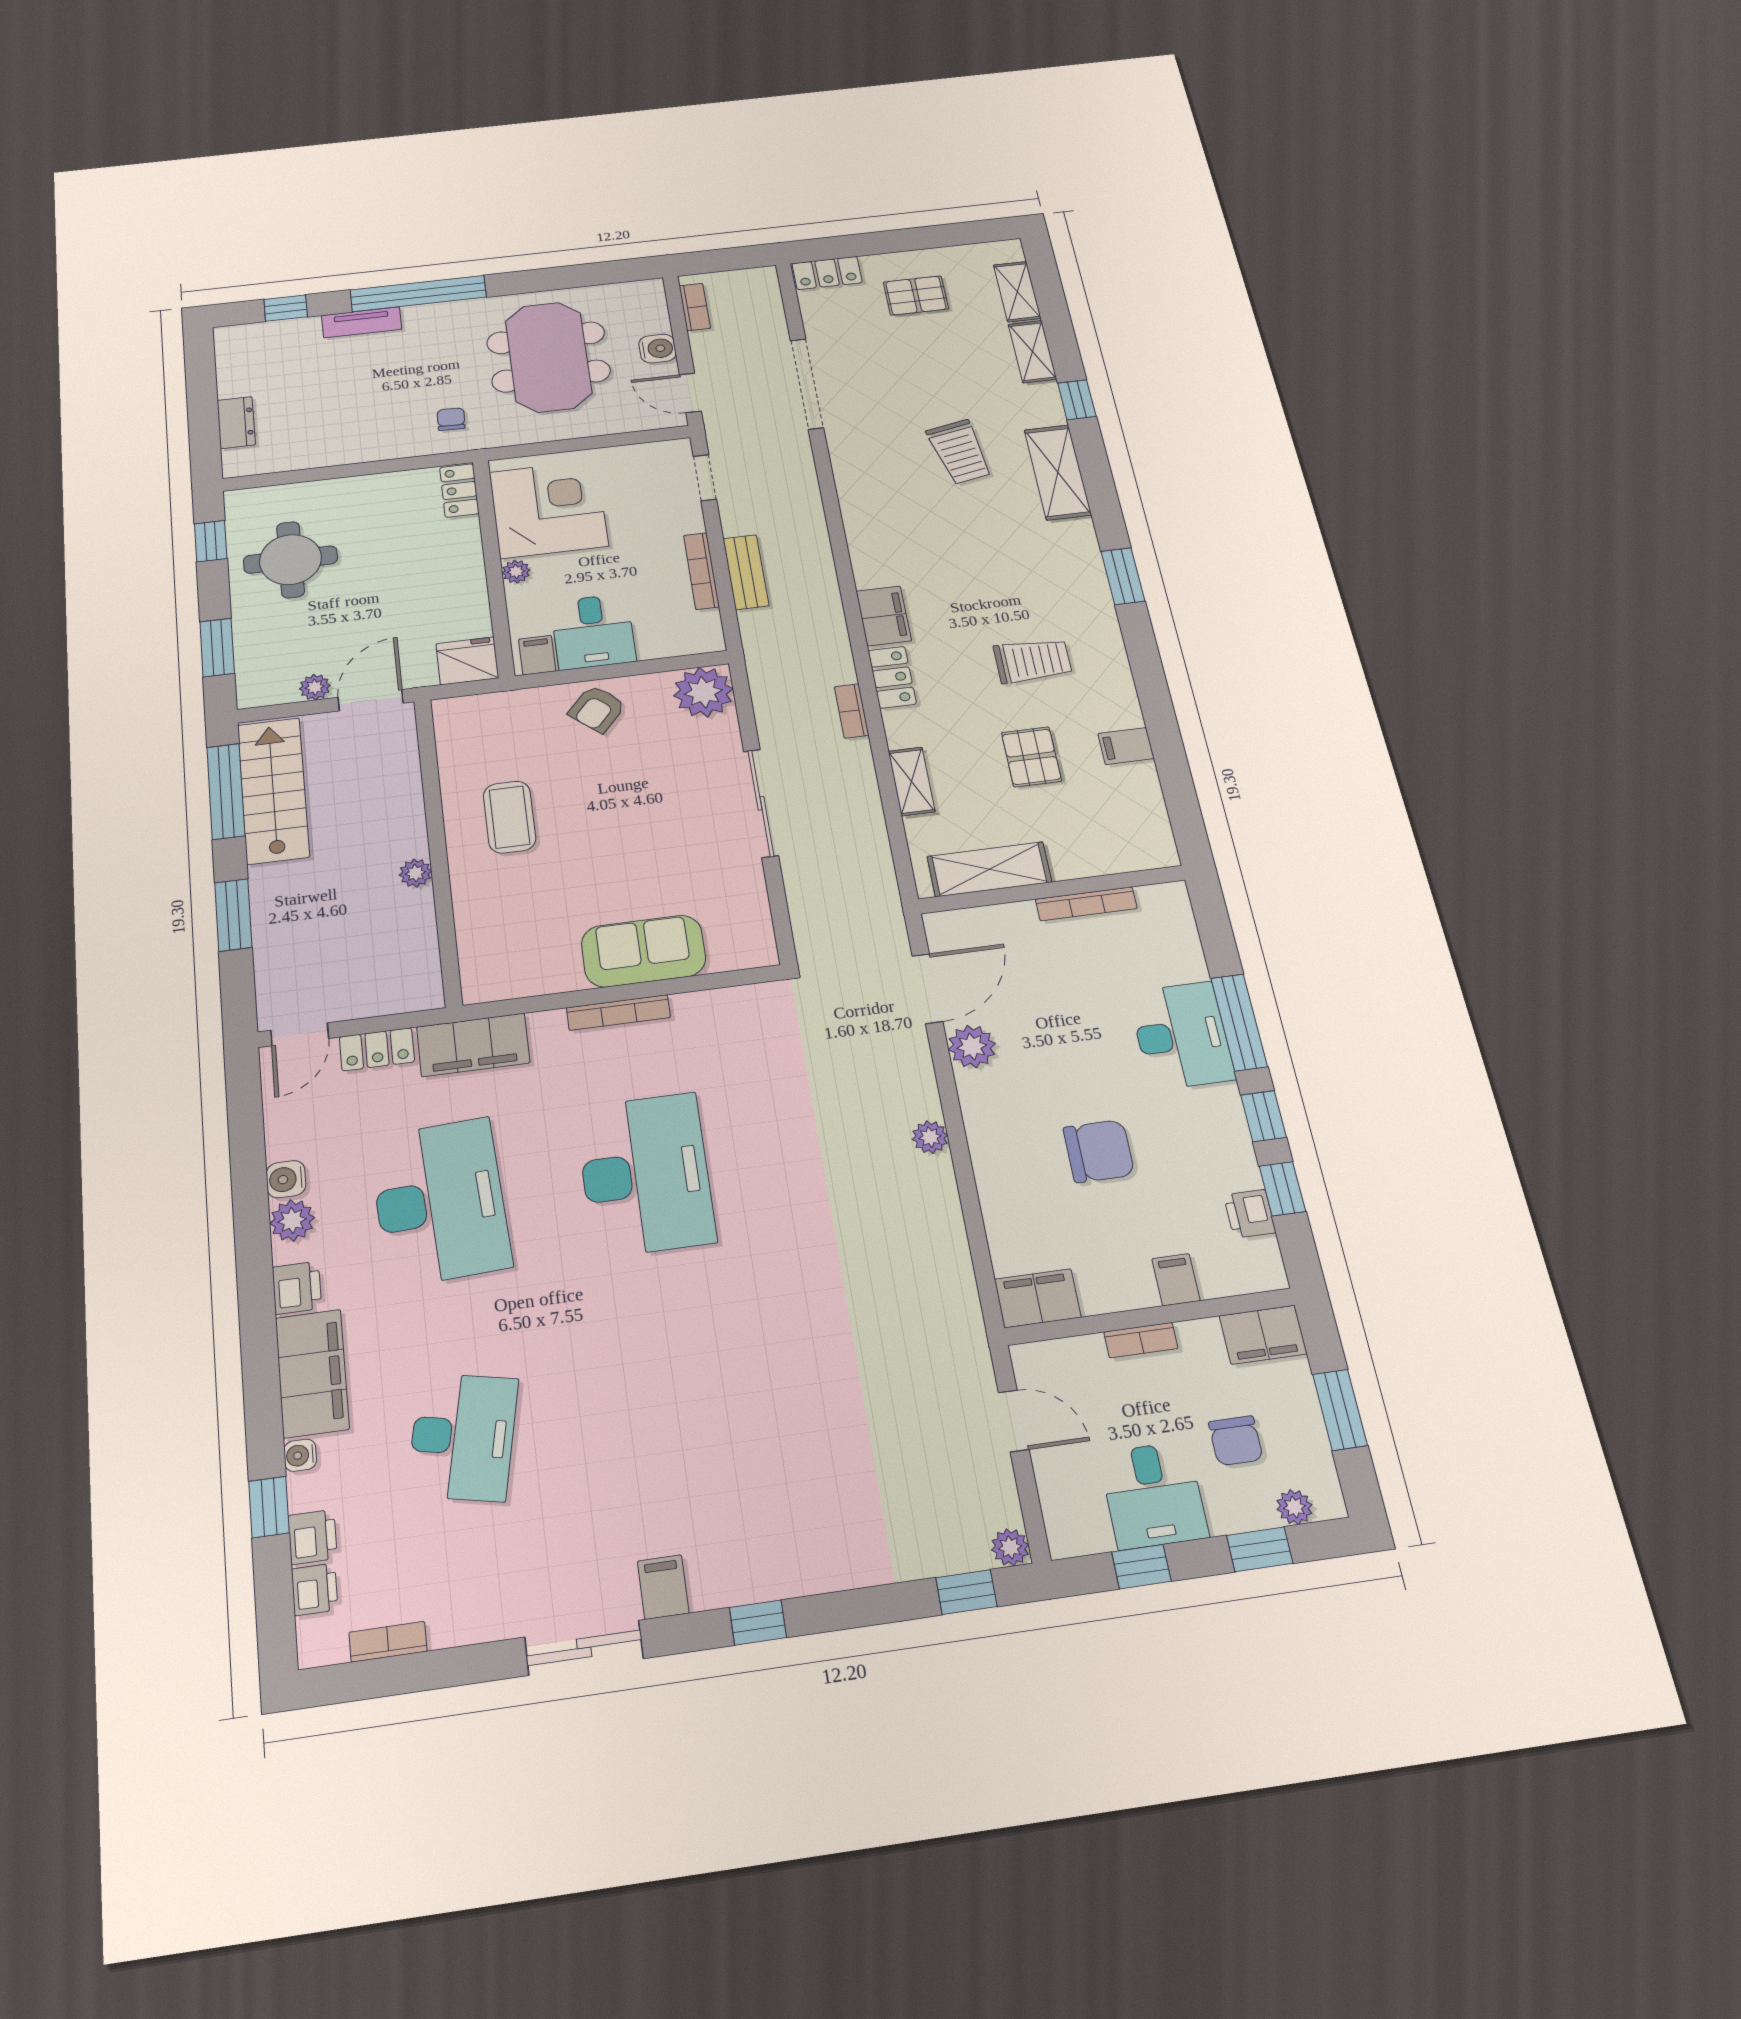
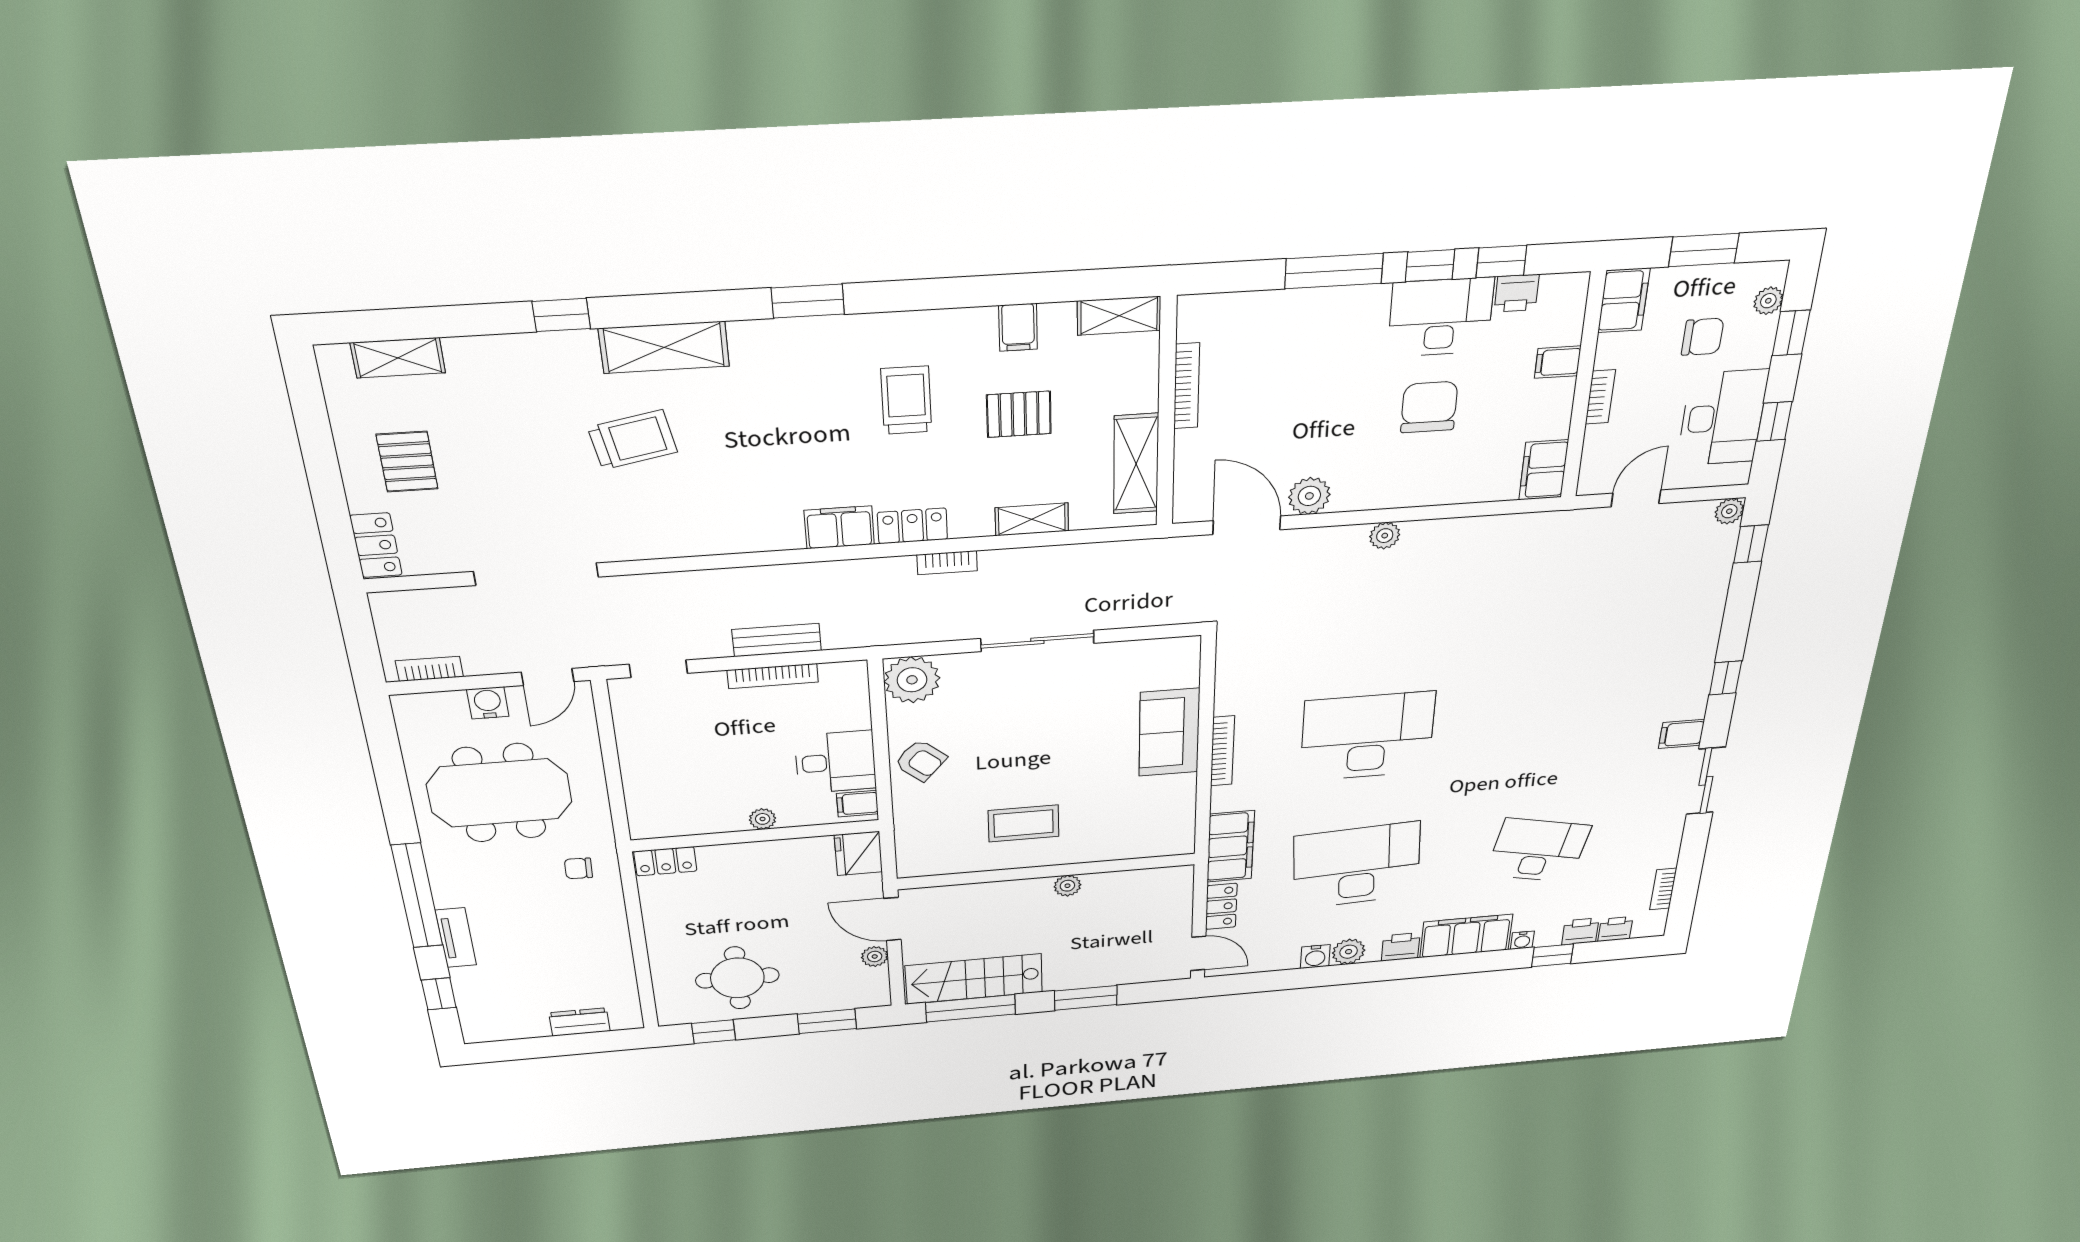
shelving: (1032, 352) -> (1119, 316), moved
corner desk: (549, 509) -> (691, 794), removed
desk: (1181, 1036) -> (1441, 317), moved
desk: (1153, 1495) -> (1722, 418), width x1.37

